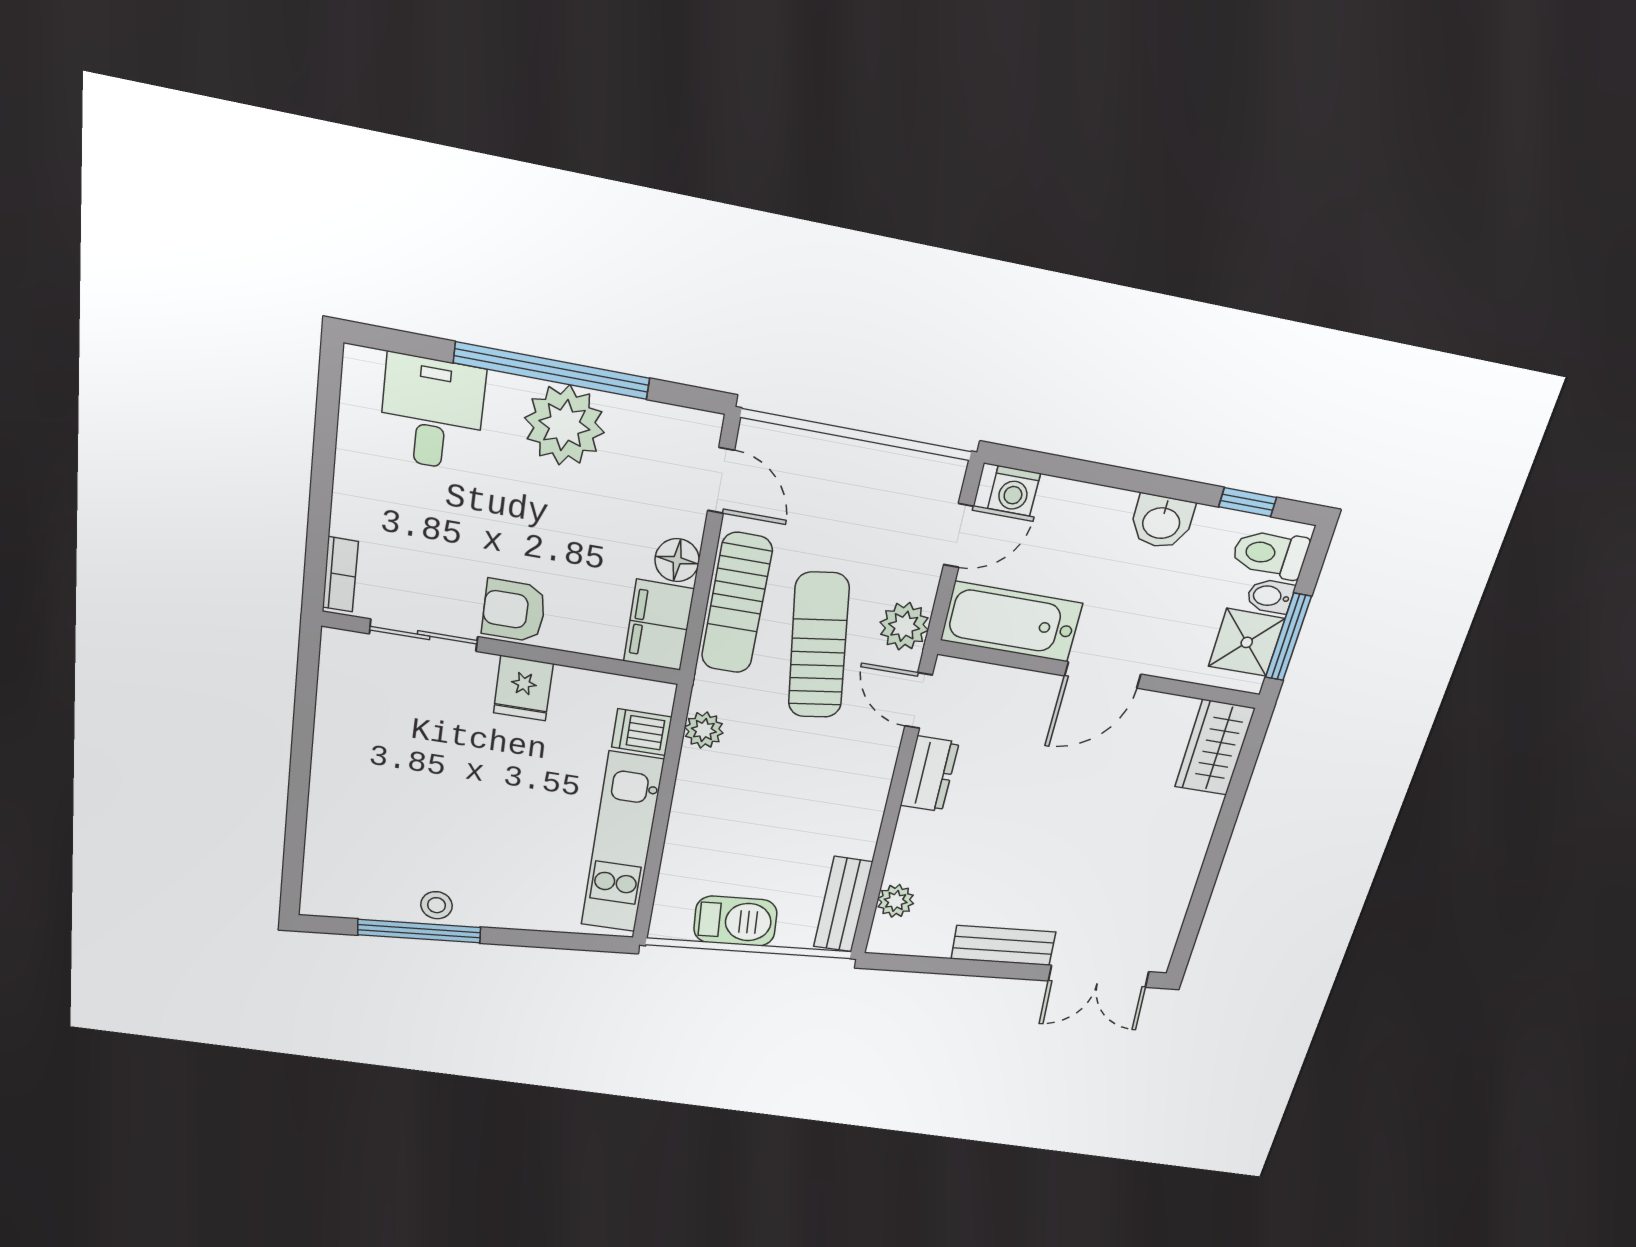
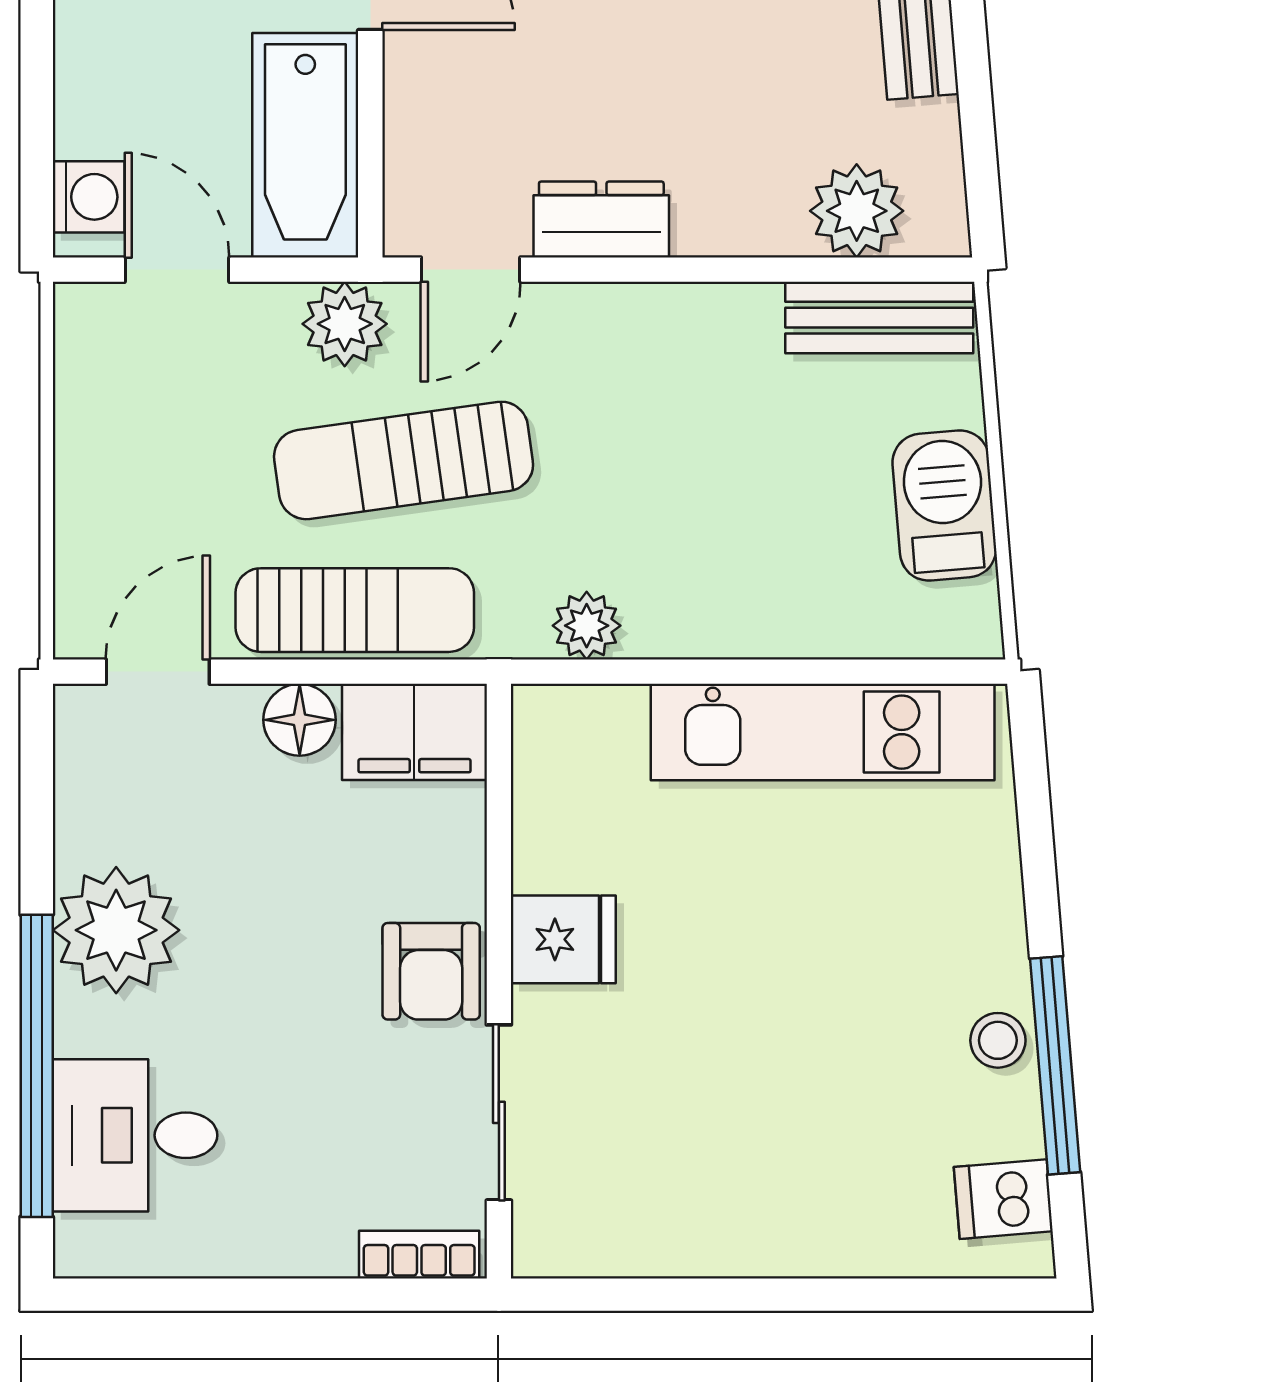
window: (552, 371) -> (37, 1066), moved
dishwasher: (642, 732) -> (1003, 1199), moved, turned 85
plant: (896, 901) -> (857, 211), width x1.38, depth x1.38

